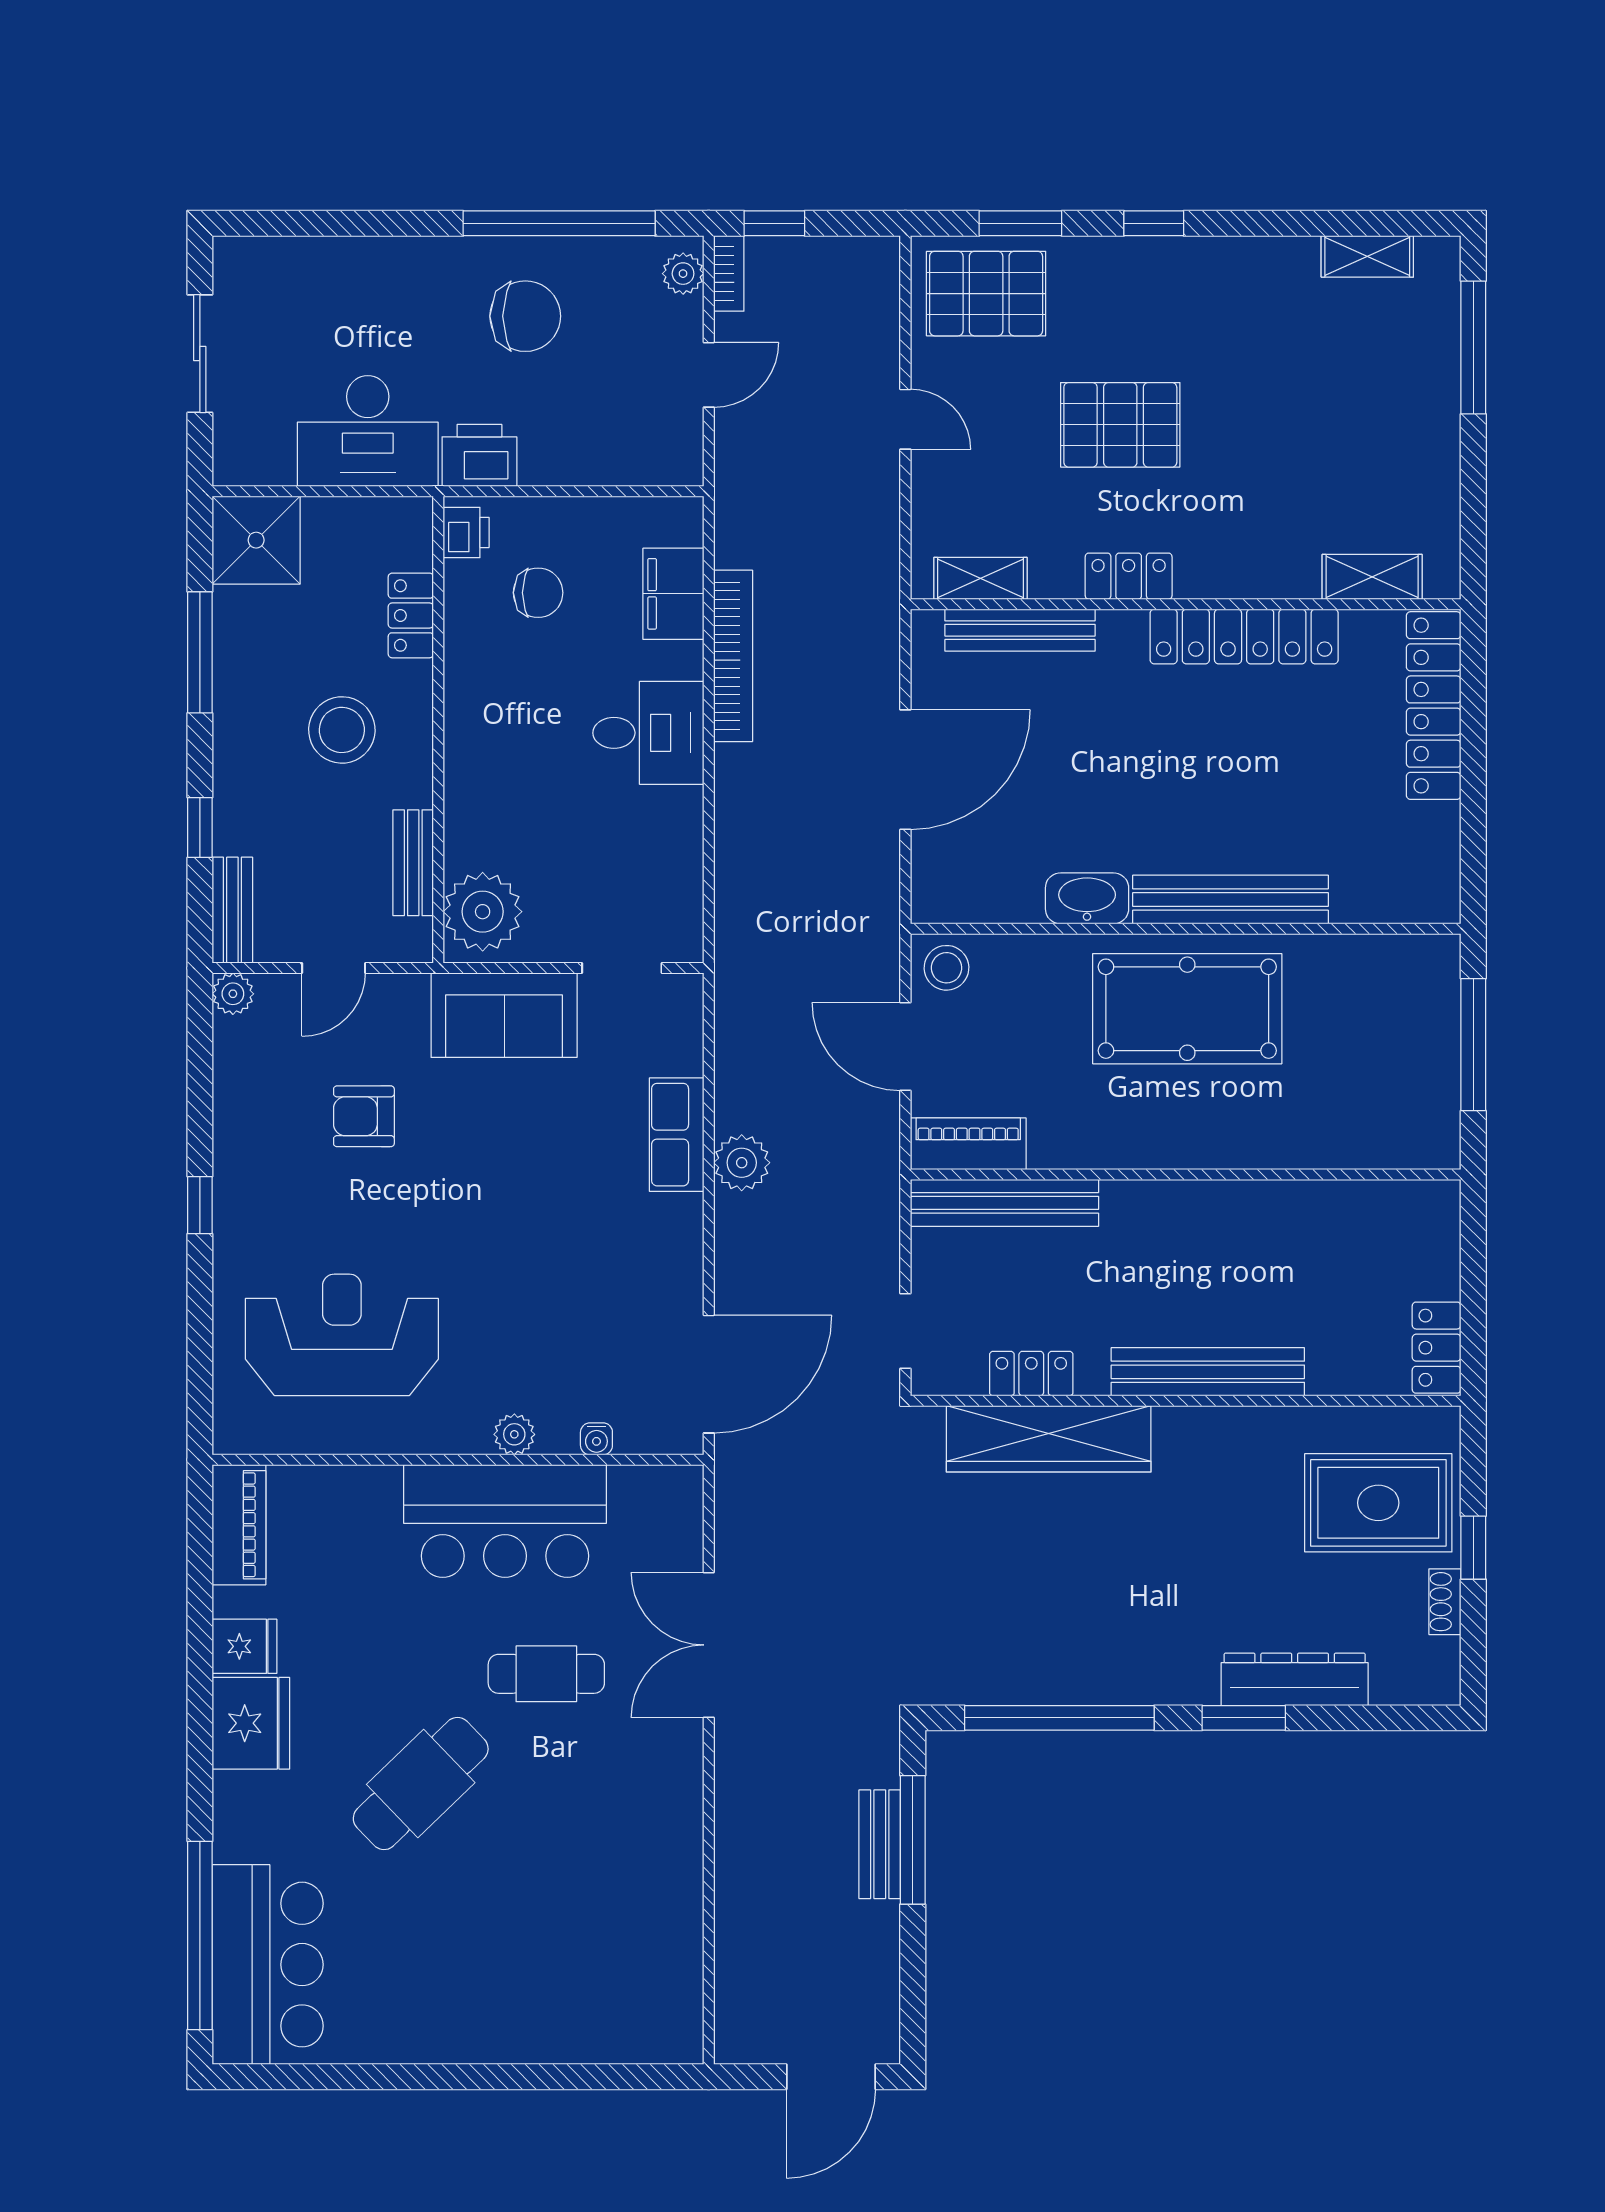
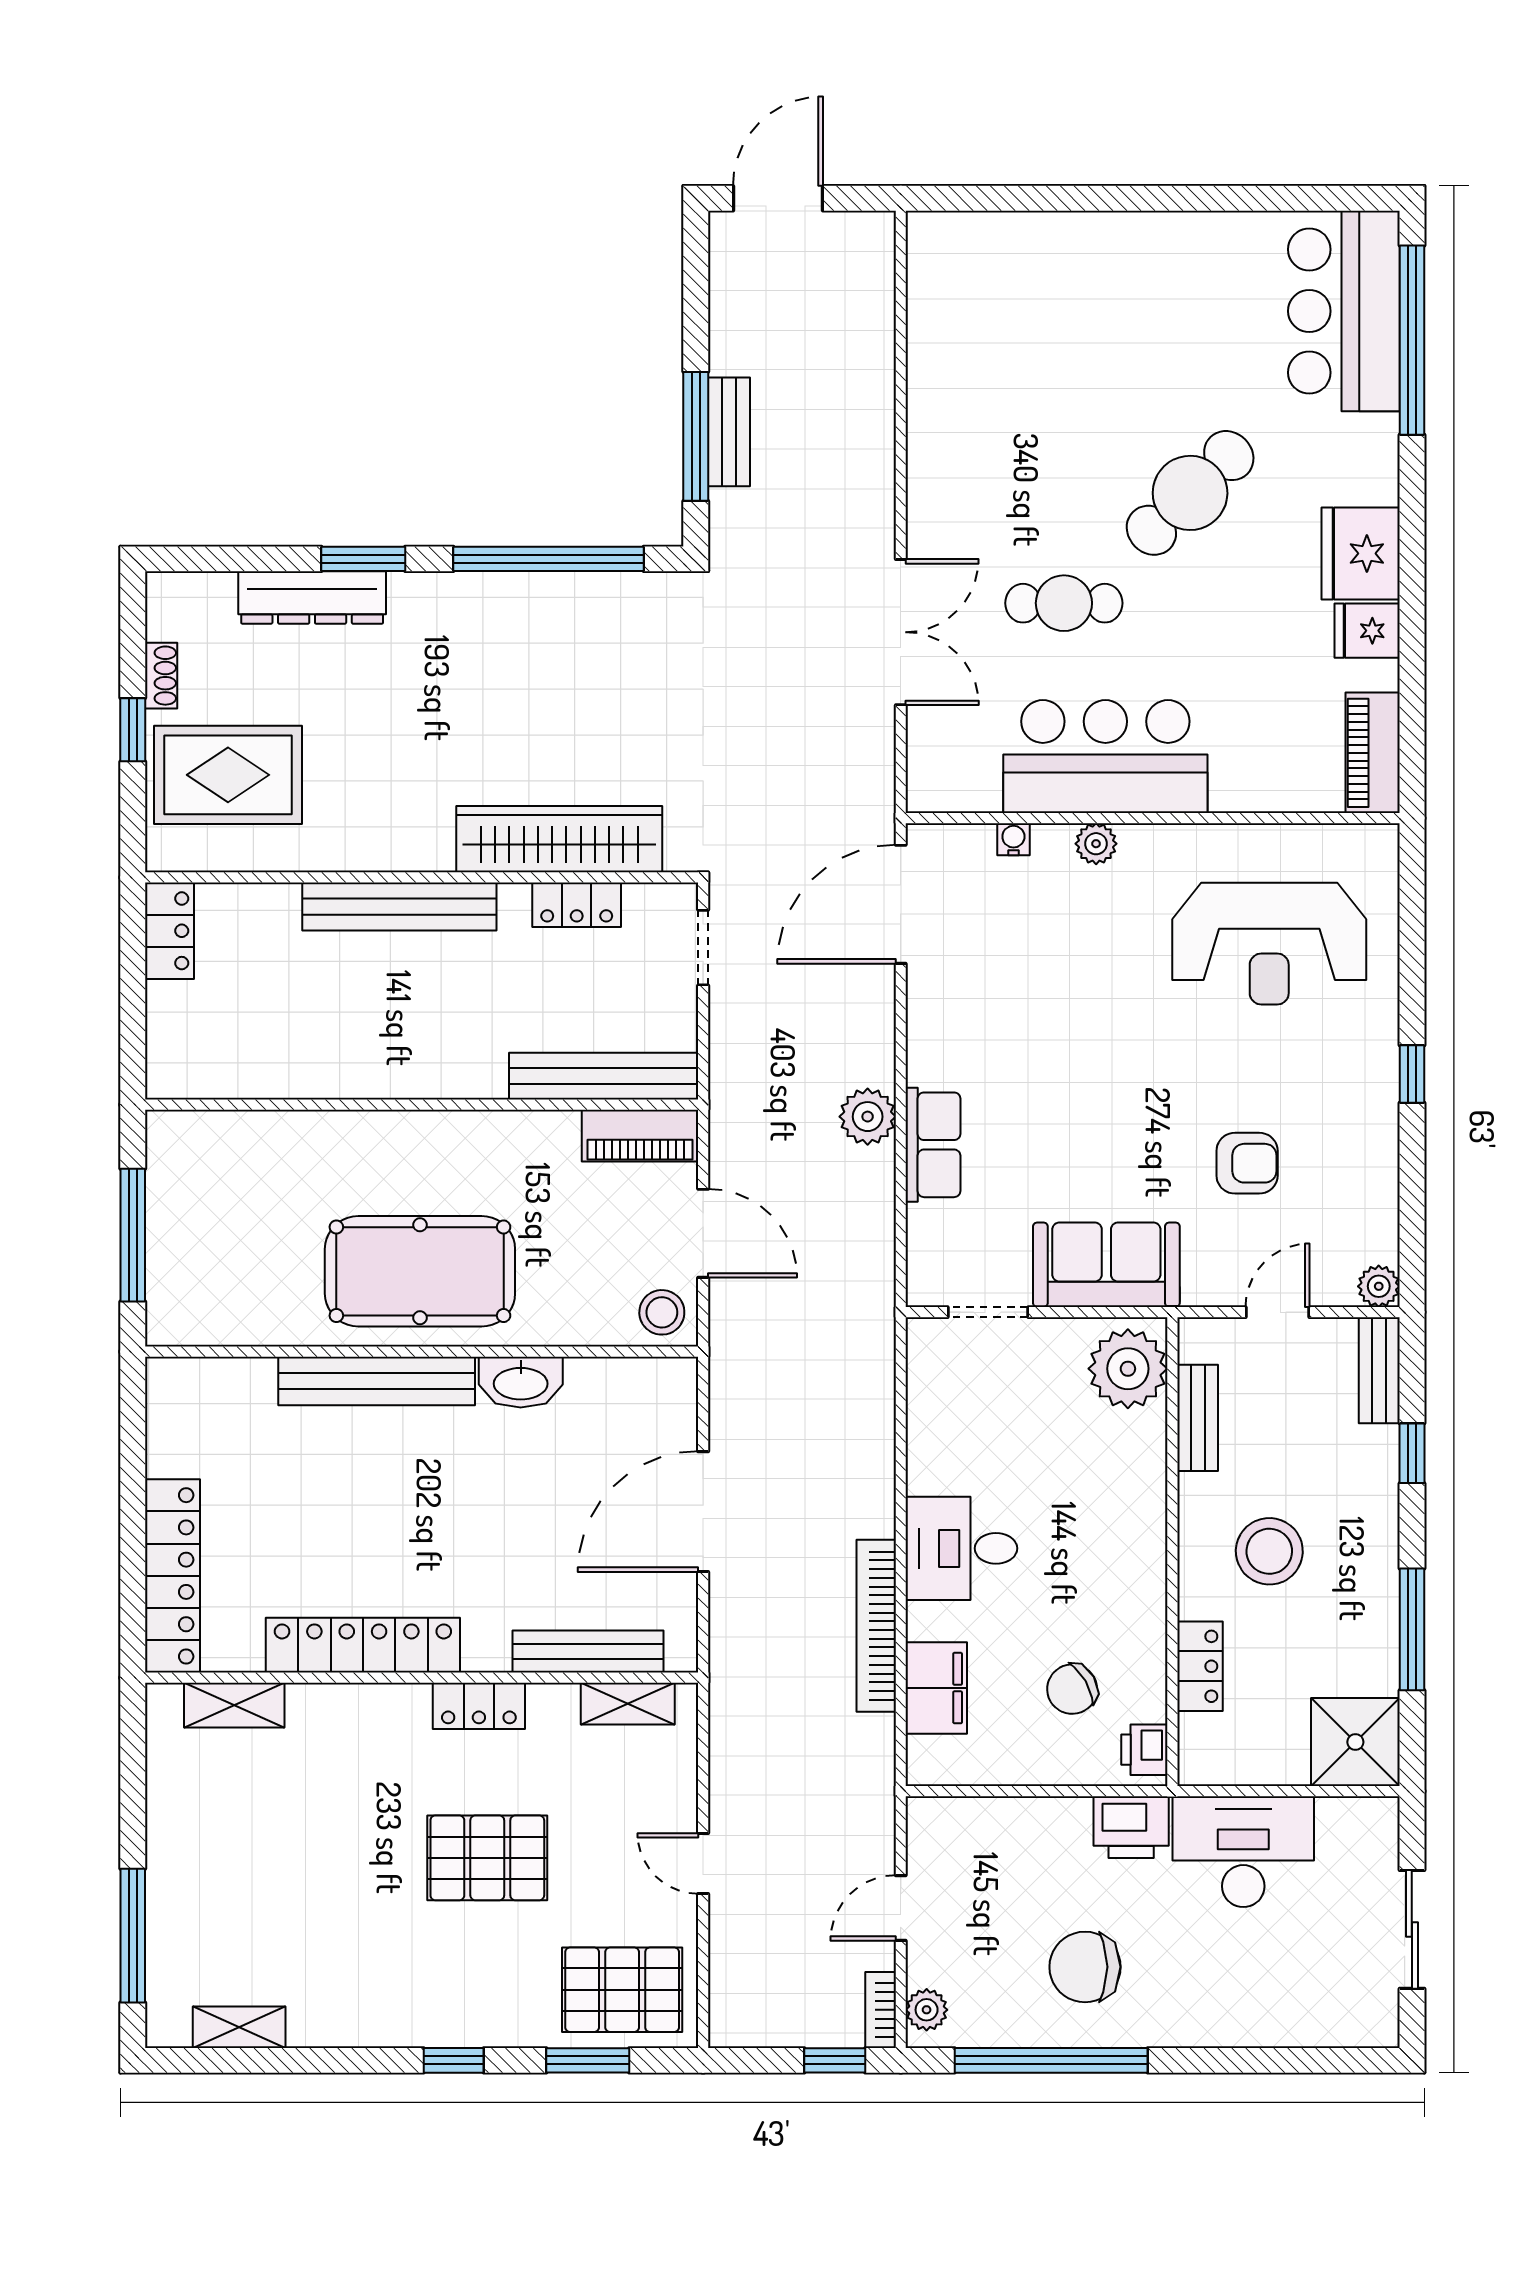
chair: (538, 593) -> (1072, 1689), turned -30

